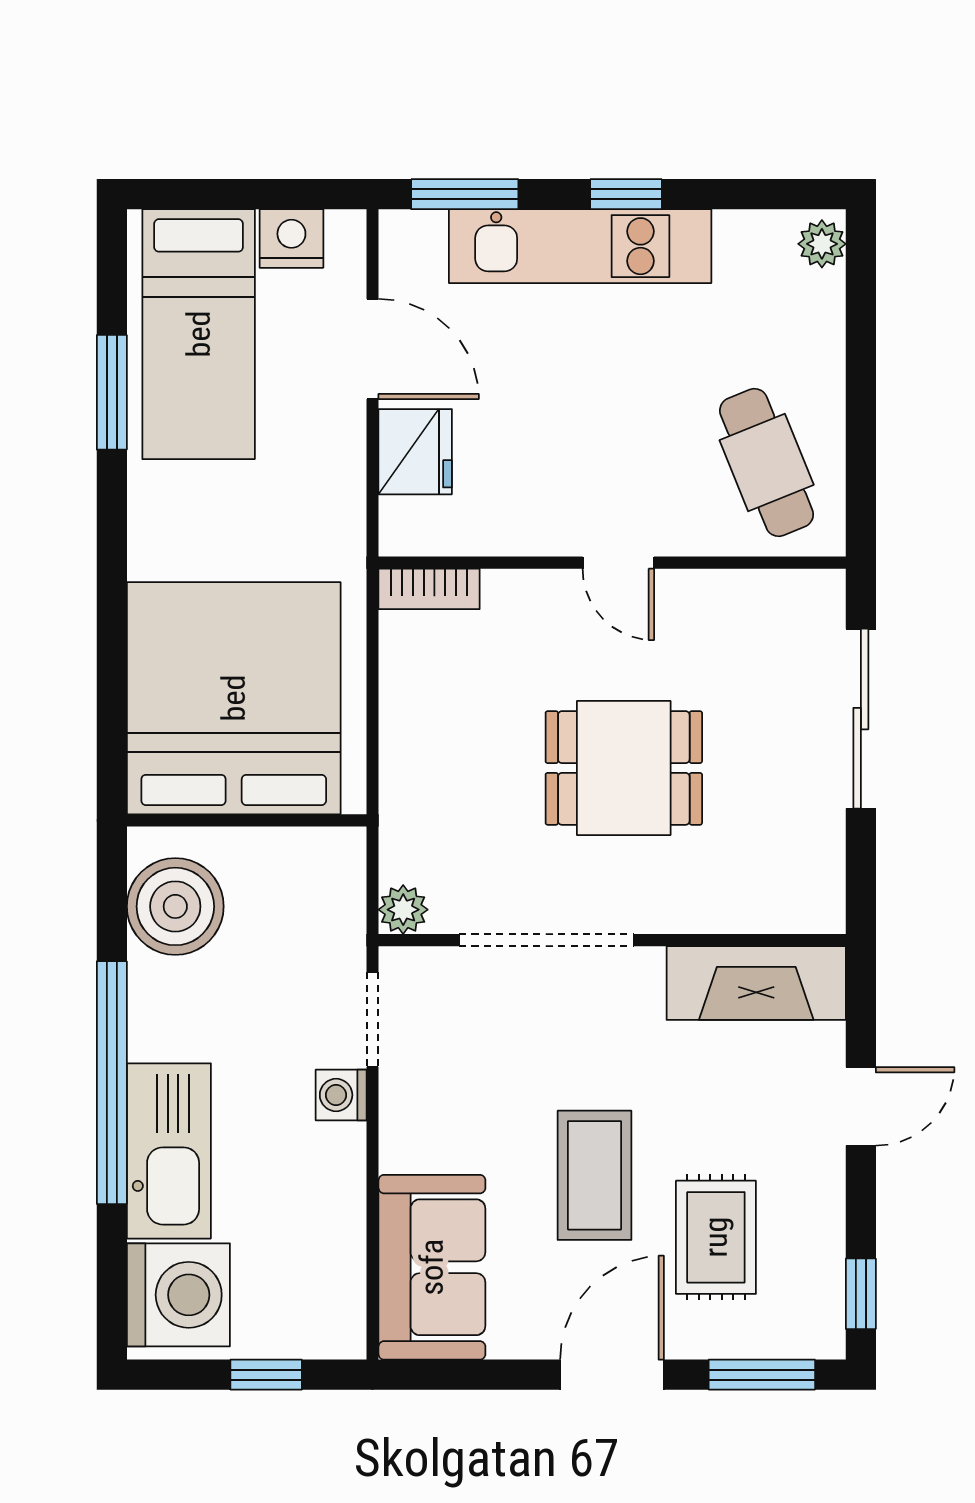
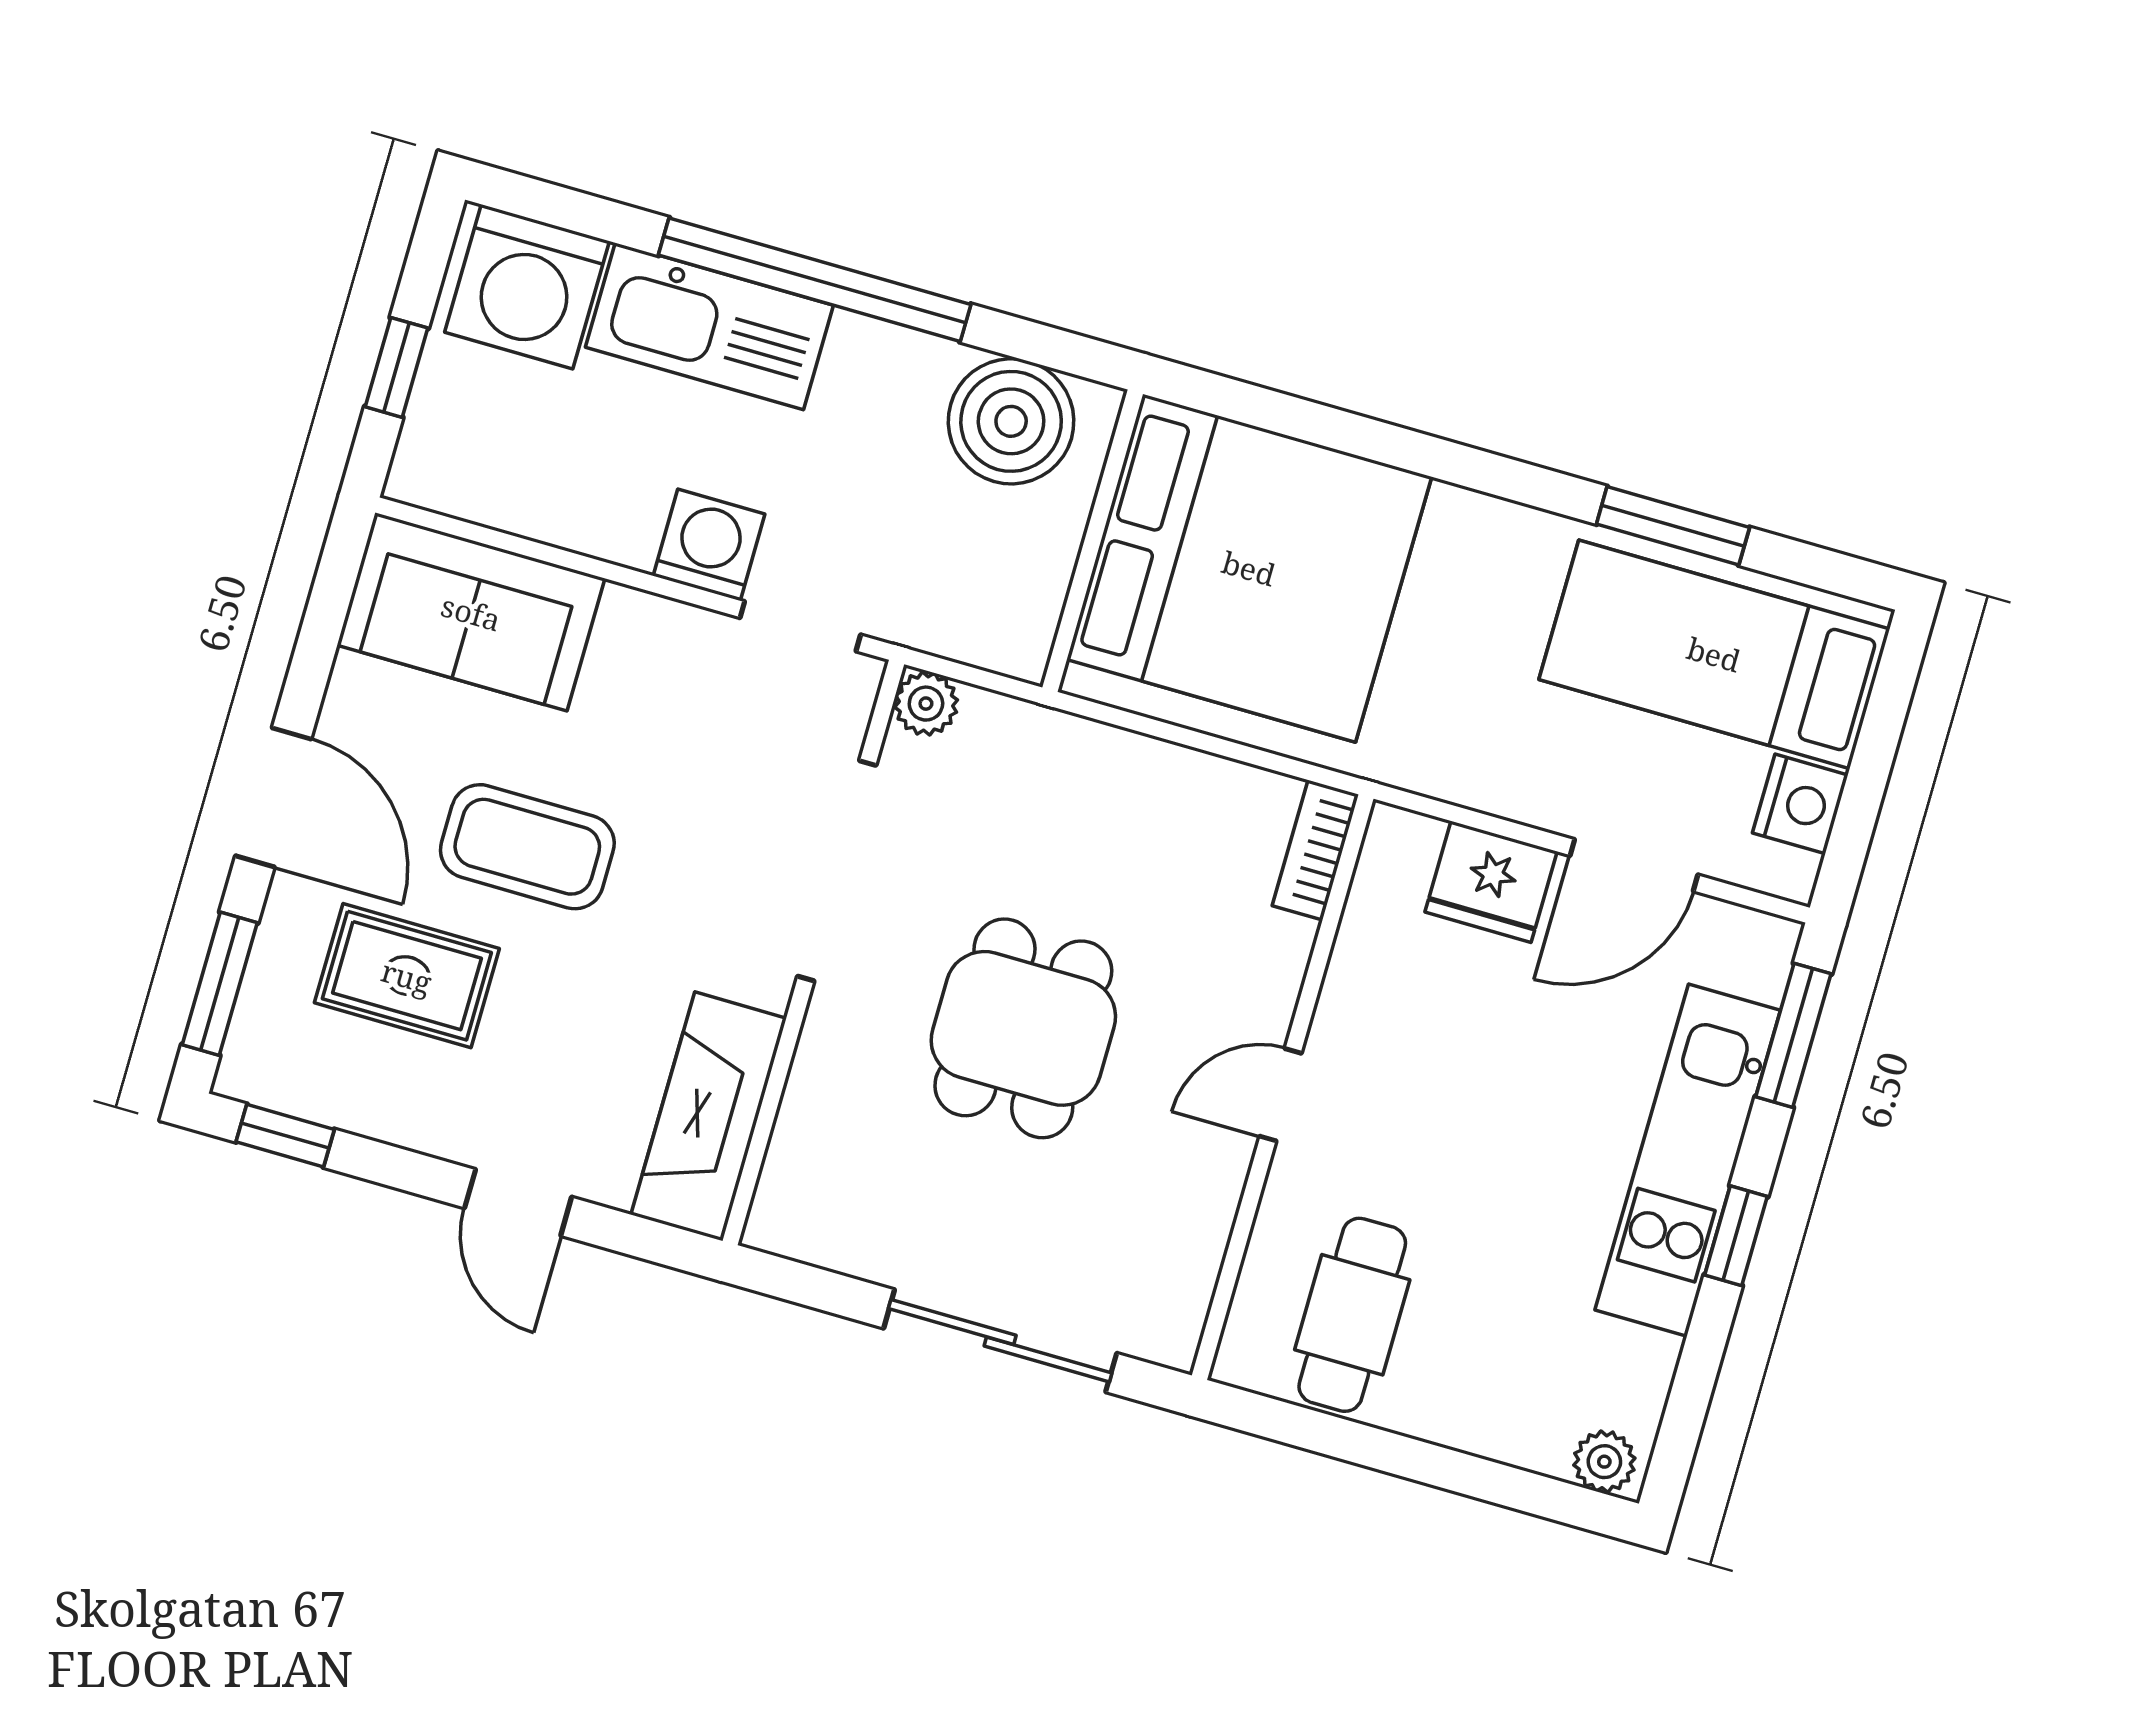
cafe table: (767, 463) -> (1352, 1315), turned -68
washing machine: (341, 1095) -> (709, 545), width x1.38, depth x1.38

